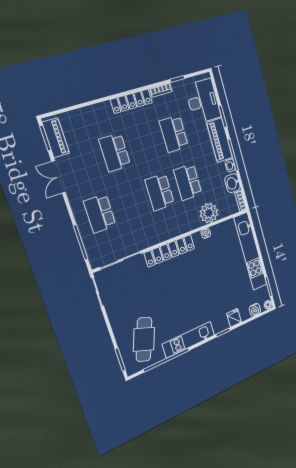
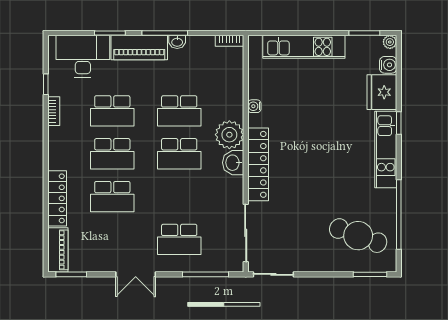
locker: (131, 101) -> (57, 198), moved
piano: (56, 138) -> (58, 250), moved, turned 90
school desk: (145, 143) -> (112, 154), added
double door: (58, 177) -> (136, 274), moved
washbasin: (233, 183) -> (233, 163), moved, turned 90
plant: (209, 213) -> (229, 135), moved
kitchen unit: (250, 251) -> (304, 47), width x0.73
fridge: (234, 318) -> (382, 92), width x1.88, depth x1.34
kitchen unit: (189, 340) -> (386, 149), moved

